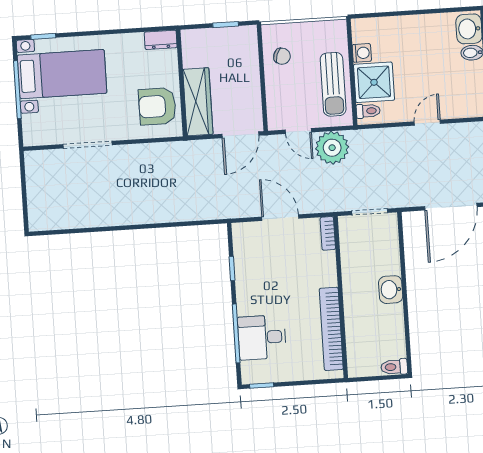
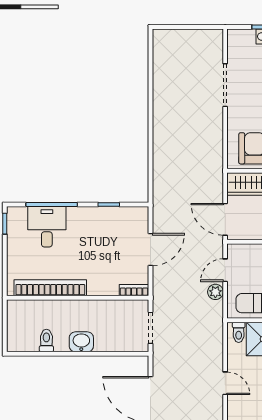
plant: (332, 148) -> (215, 292), width x0.53, depth x0.53
toilet: (394, 367) -> (46, 341), moved

